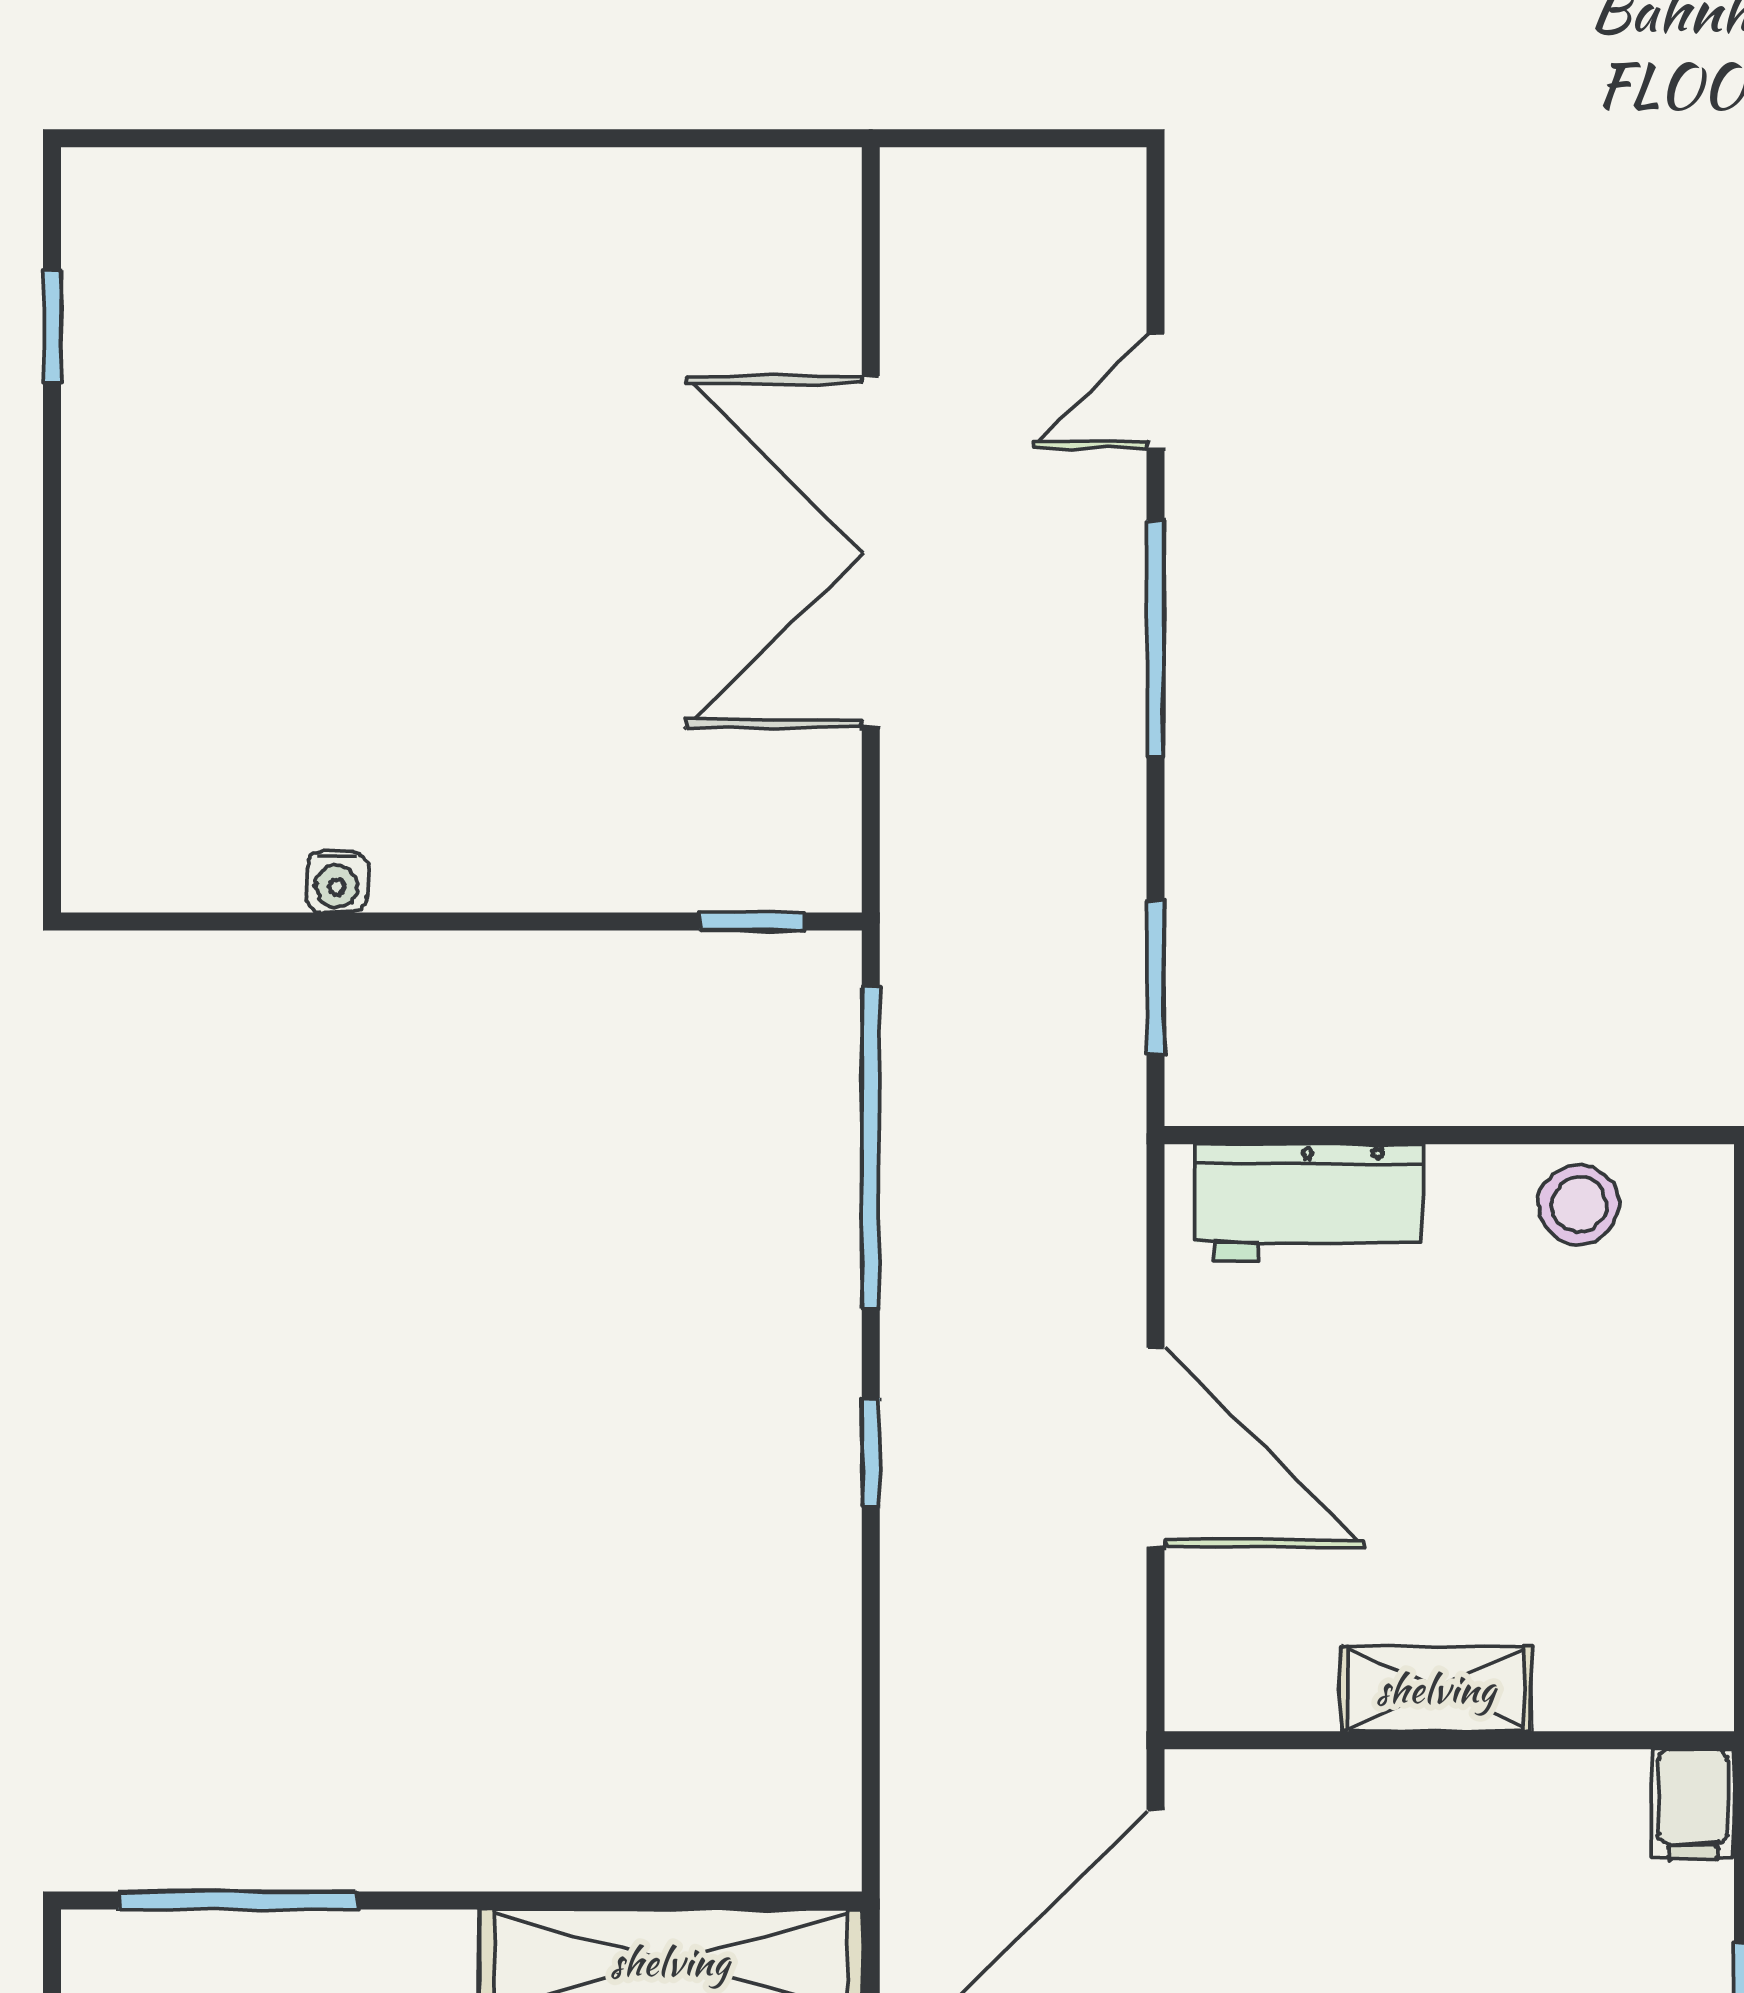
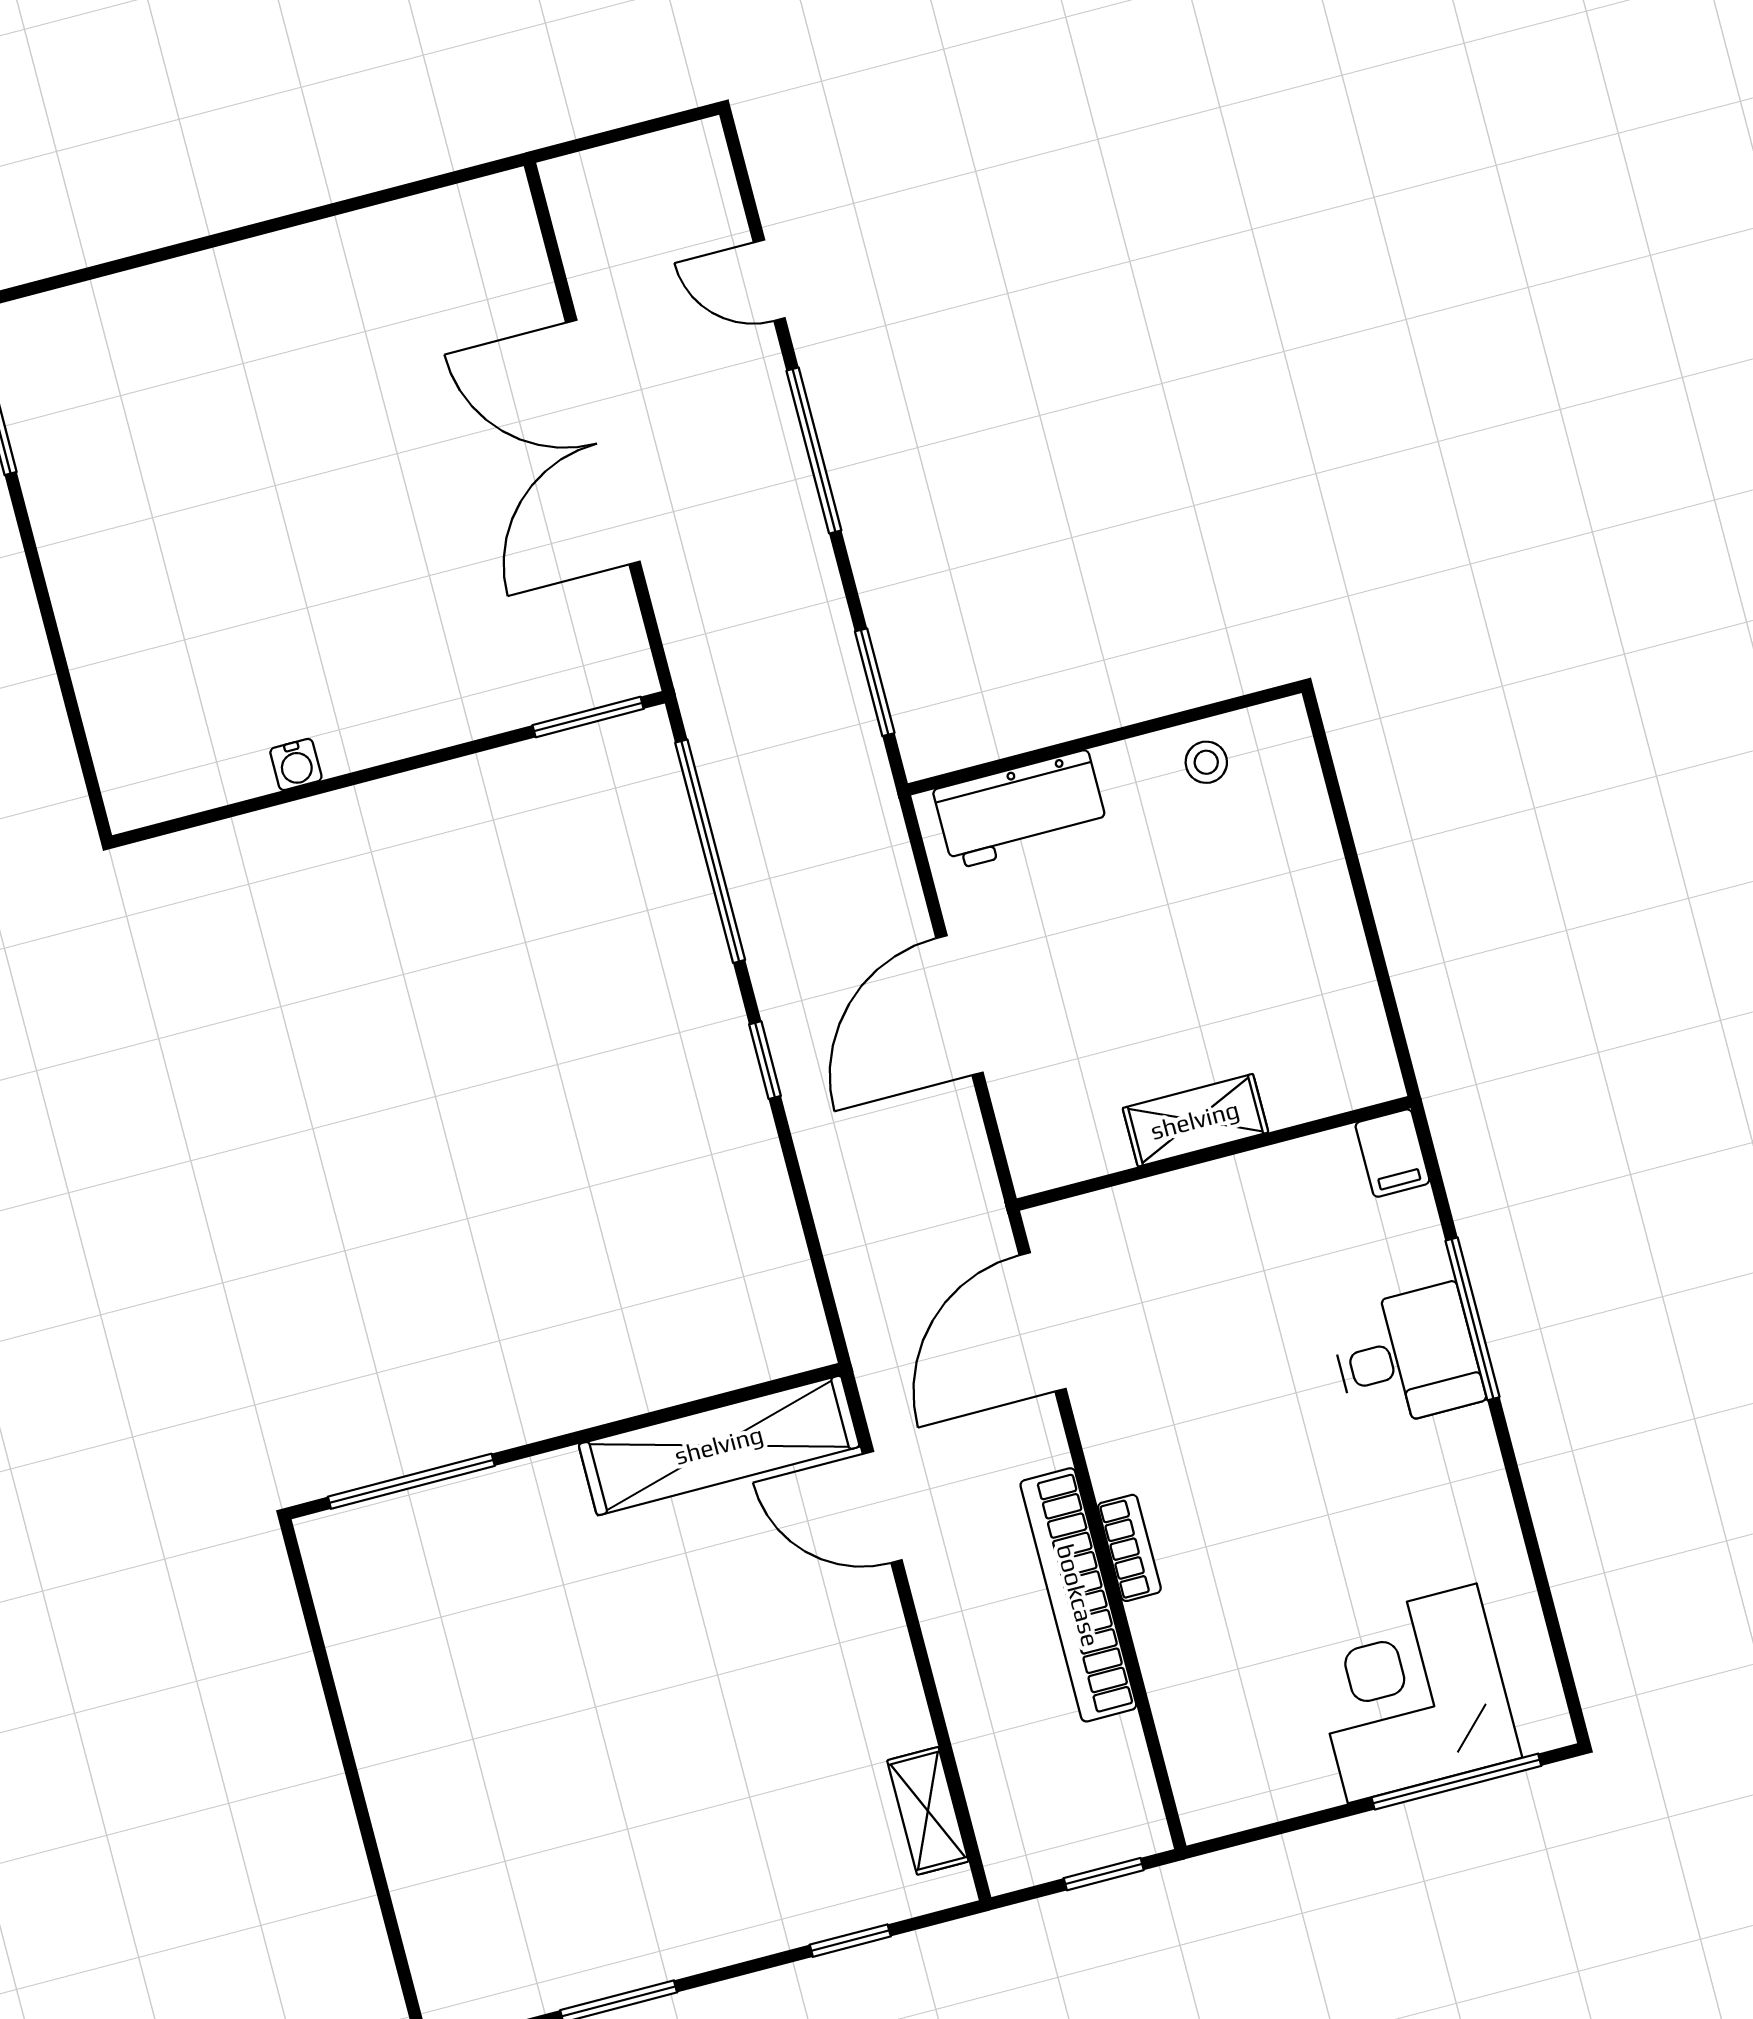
door: (1156, 391) -> (769, 280), hinge flipped
window: (752, 922) -> (588, 717), width x1.50
stool: (1579, 1204) -> (1206, 762), width x0.73, depth x0.73
door: (1156, 1448) -> (959, 1005), swing flipped

